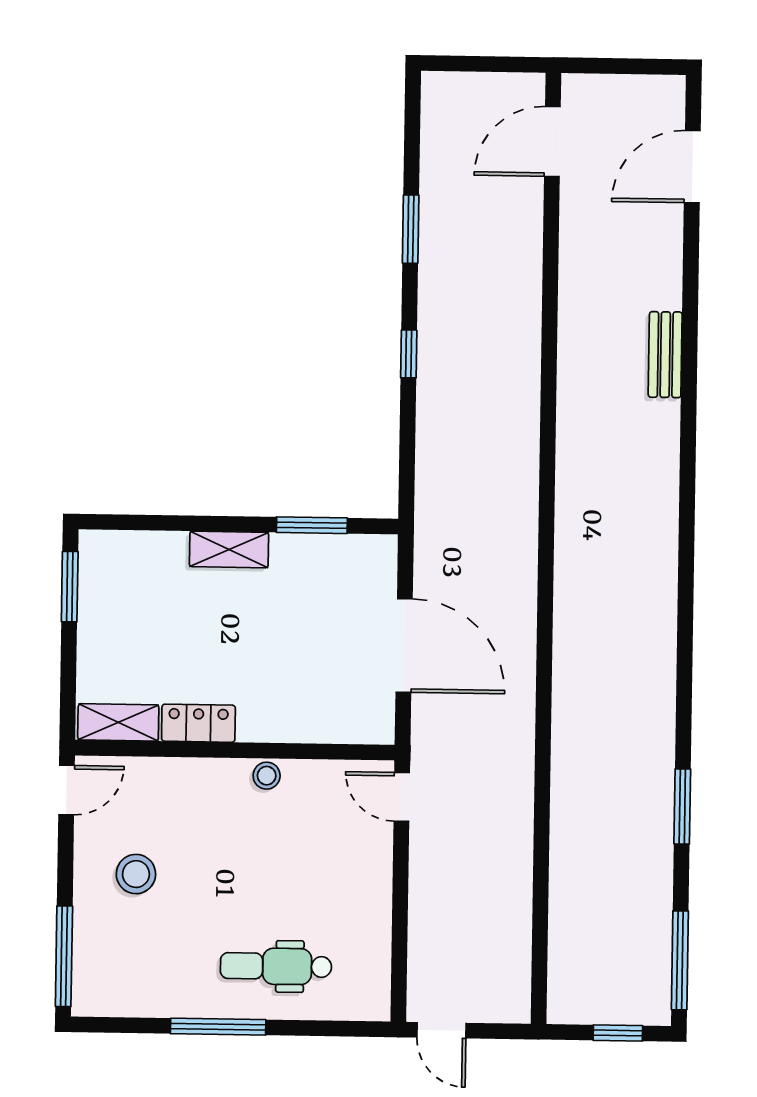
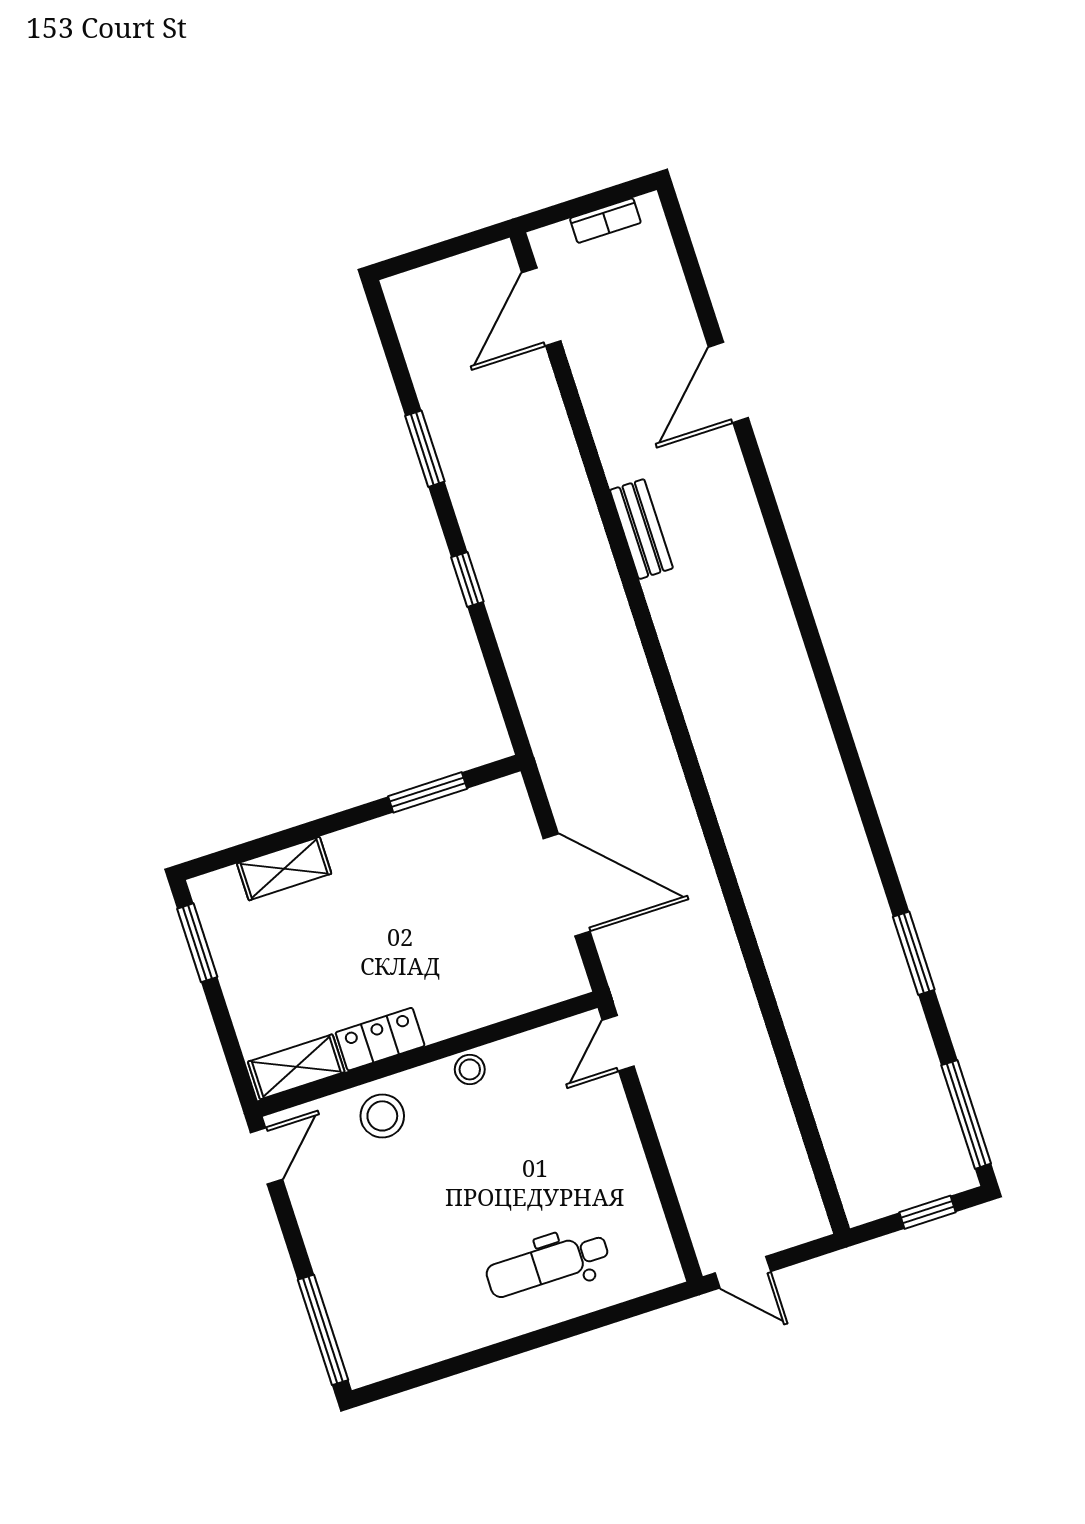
bookcase: (633, 86) -> (605, 221), added
door: (692, 167) -> (728, 383), moved
bench: (665, 355) -> (641, 529), moved
shelving: (229, 549) -> (284, 869), moved
door: (402, 797) -> (618, 1043), hinge flipped
stool: (136, 874) -> (382, 1116), moved
window: (218, 1027) -> (509, 1348), removed

